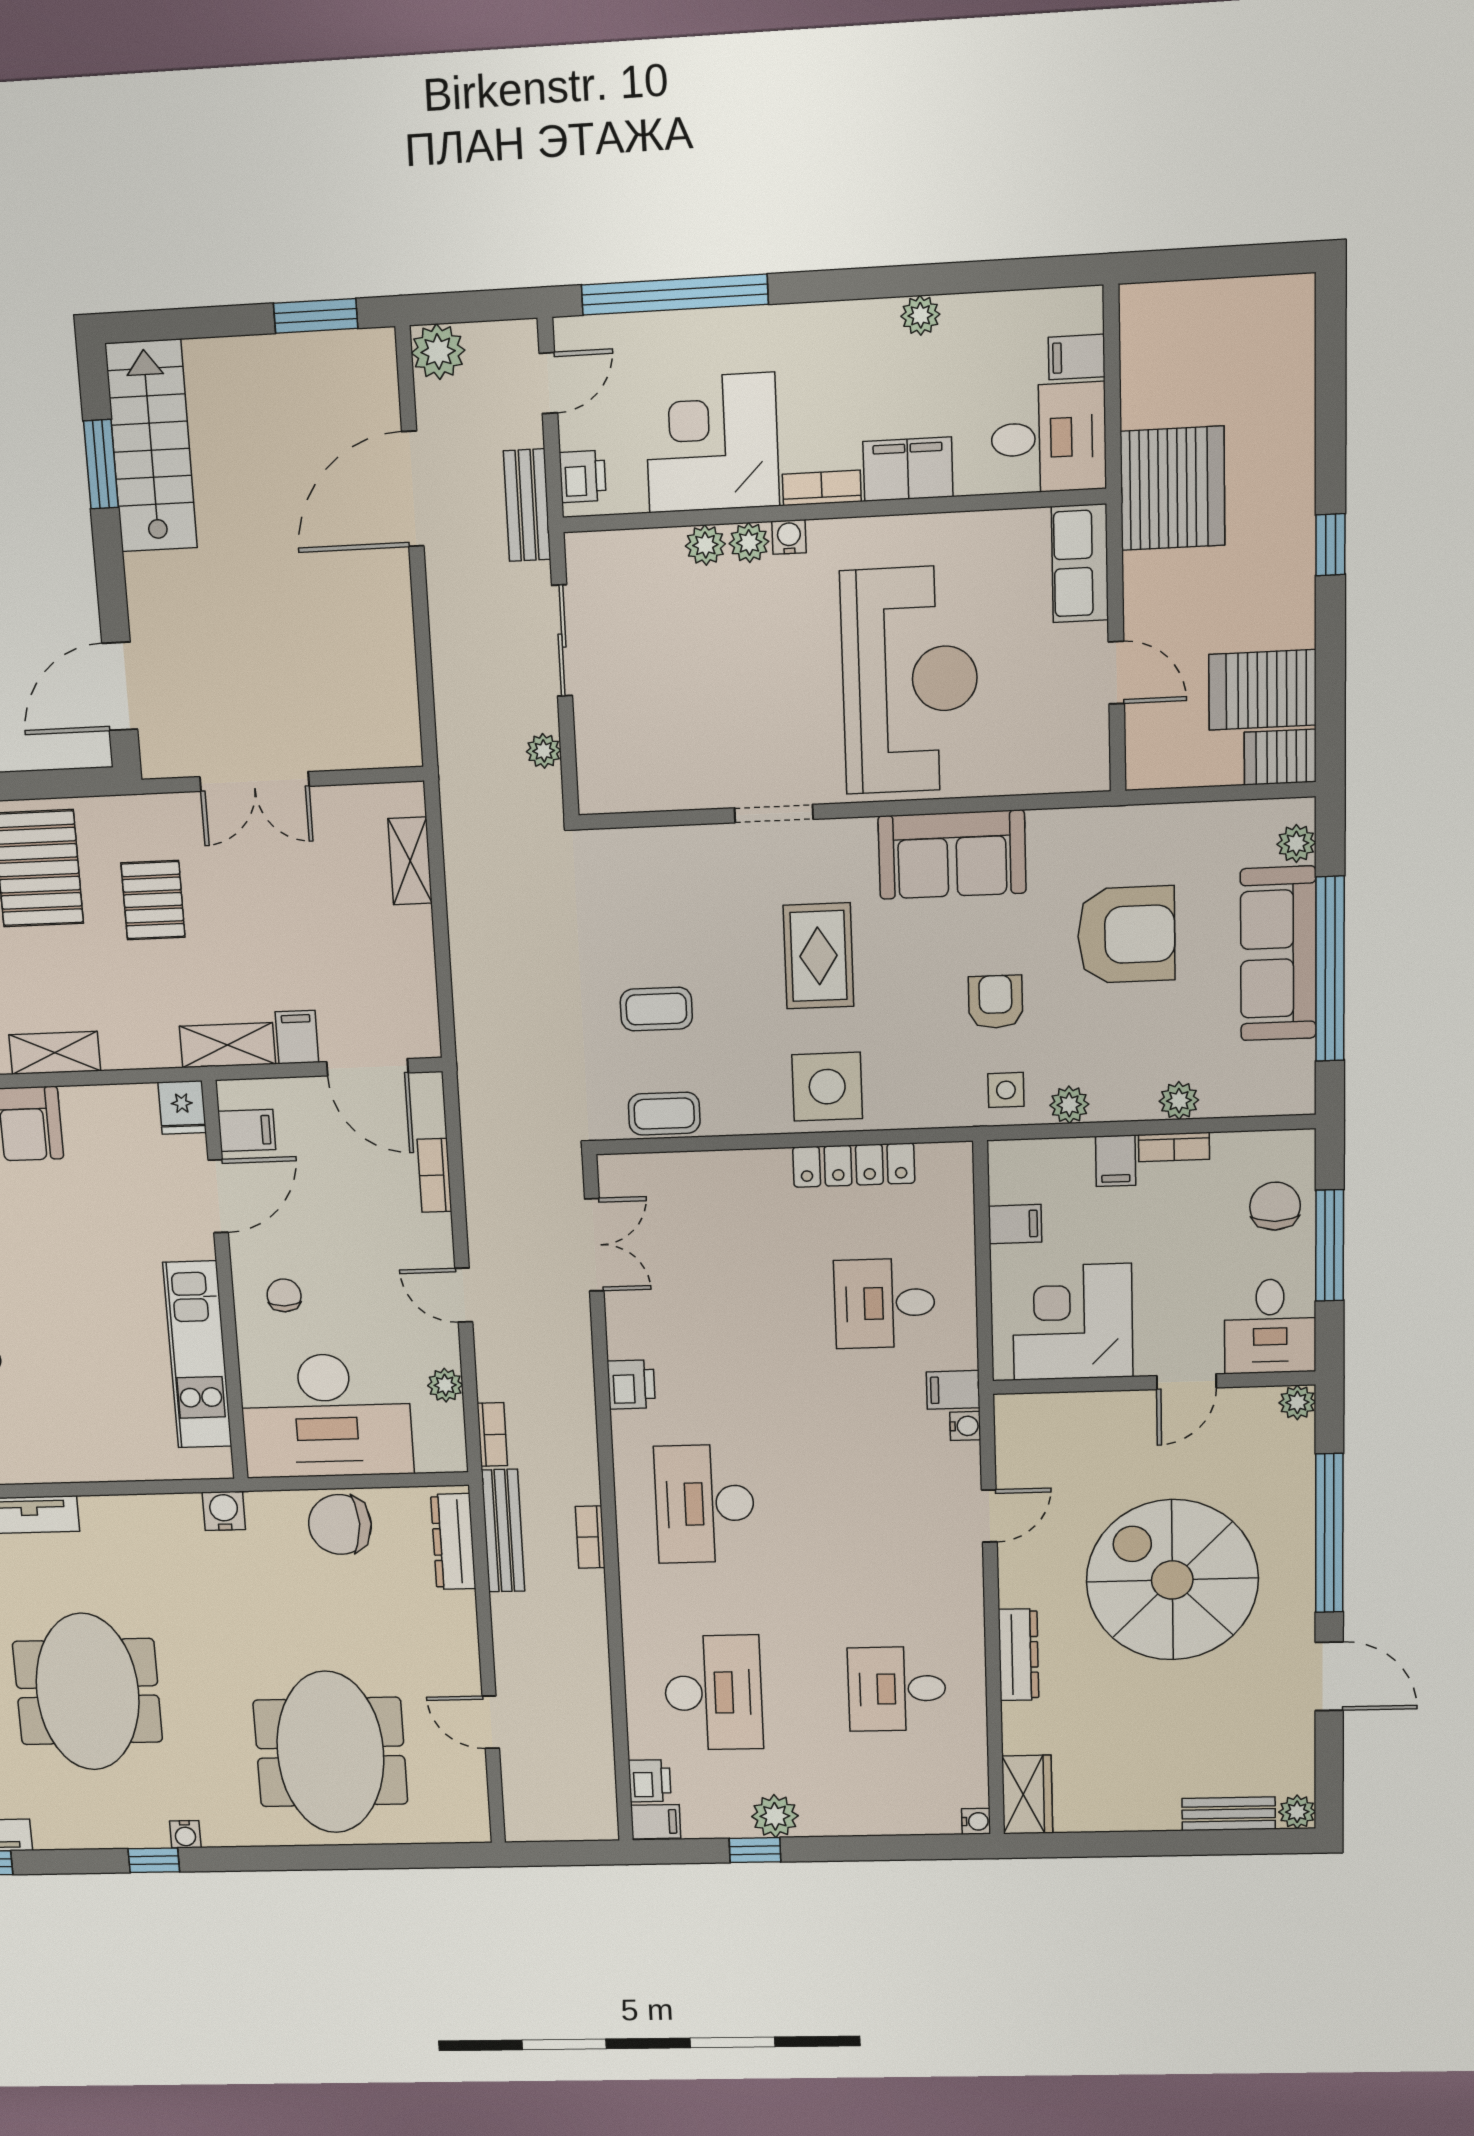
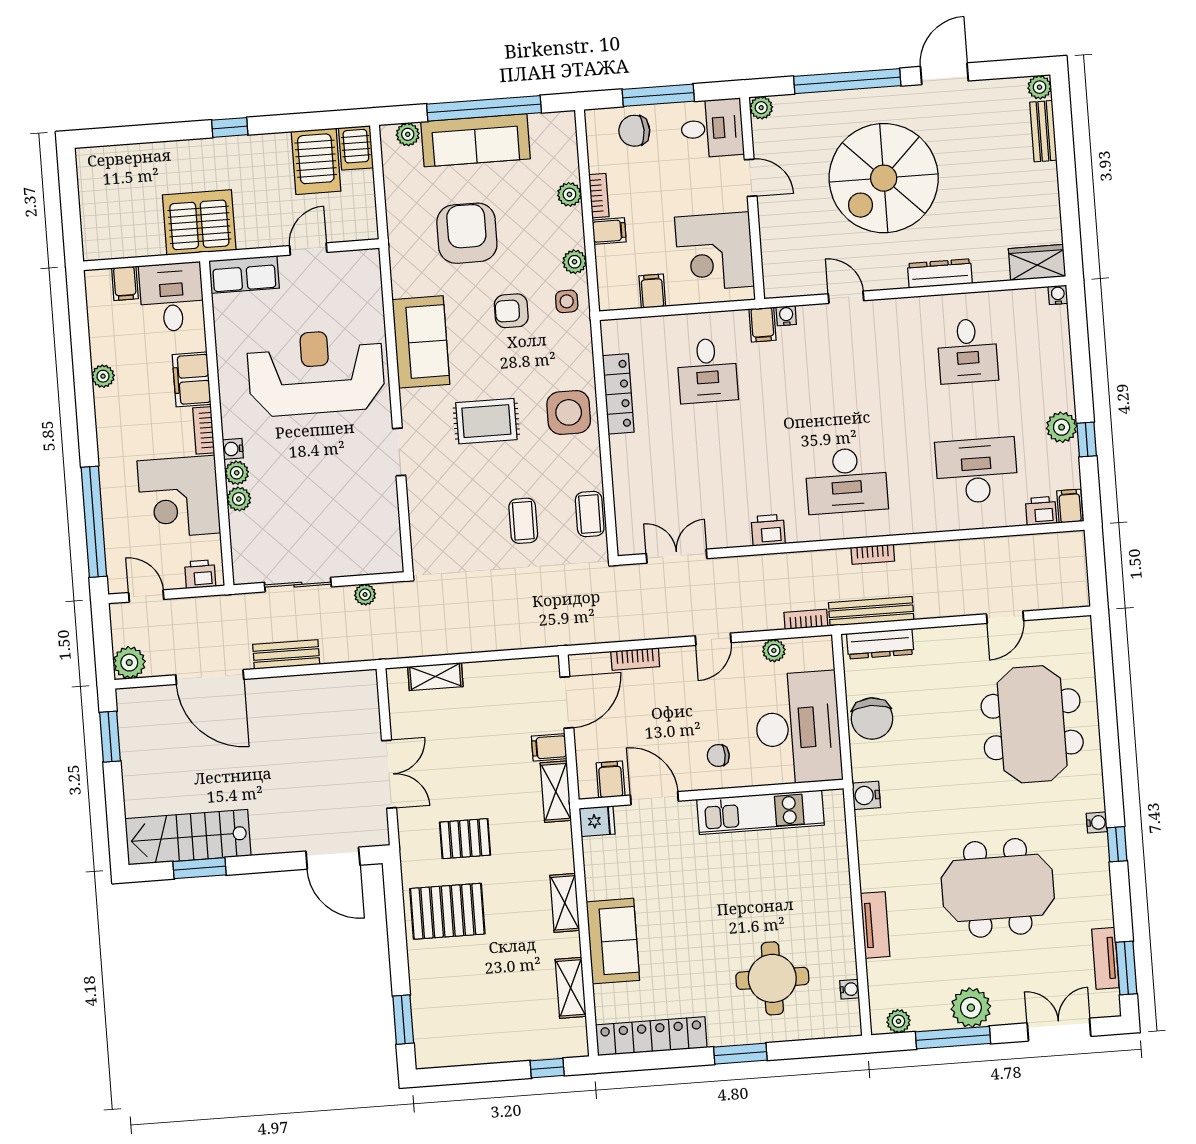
bench: (527, 505) -> (286, 654), moved
meeting table: (330, 1752) -> (1032, 724), turned 90

